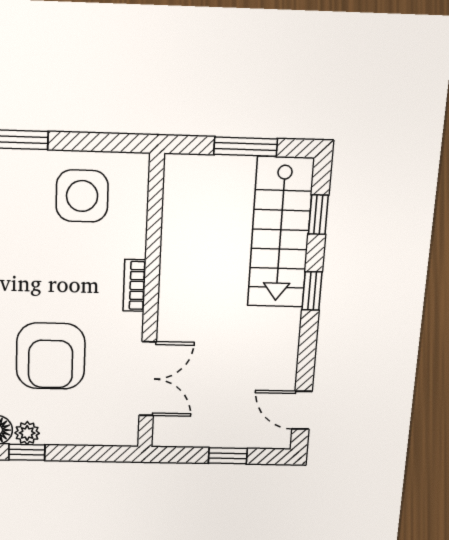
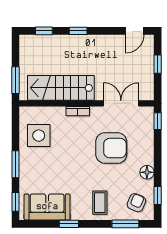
window: (246, 147) -> (15, 80), moved
stairs: (280, 233) -> (61, 88), moved, turned 180
plant: (27, 433) -> (148, 158), removed
window: (27, 452) -> (158, 121), moved

